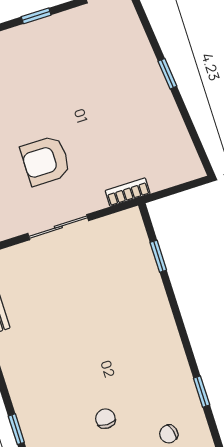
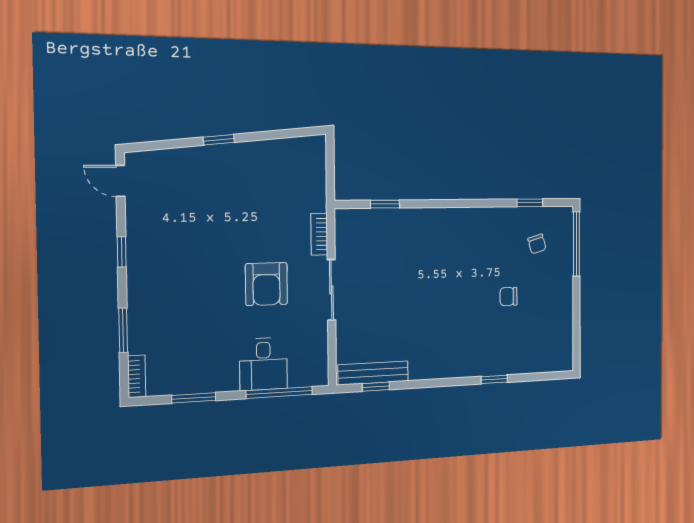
bookcase: (128, 192) -> (319, 234), moved
window: (202, 392) -> (530, 203), moved

